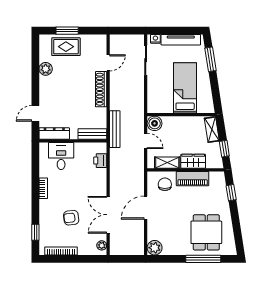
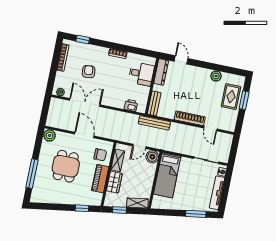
bed: (185, 88) -> (167, 175), moved, turned 90
dining table: (206, 232) -> (66, 166), moved, turned 90

